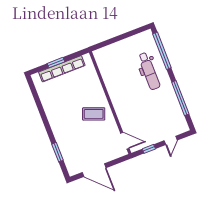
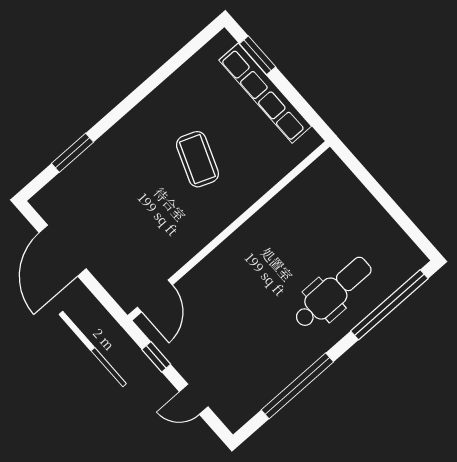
window: (56, 63) -> (258, 55), moved
dental chair: (149, 71) -> (333, 293), turned 180
coffee table: (94, 114) -> (197, 159), moved

